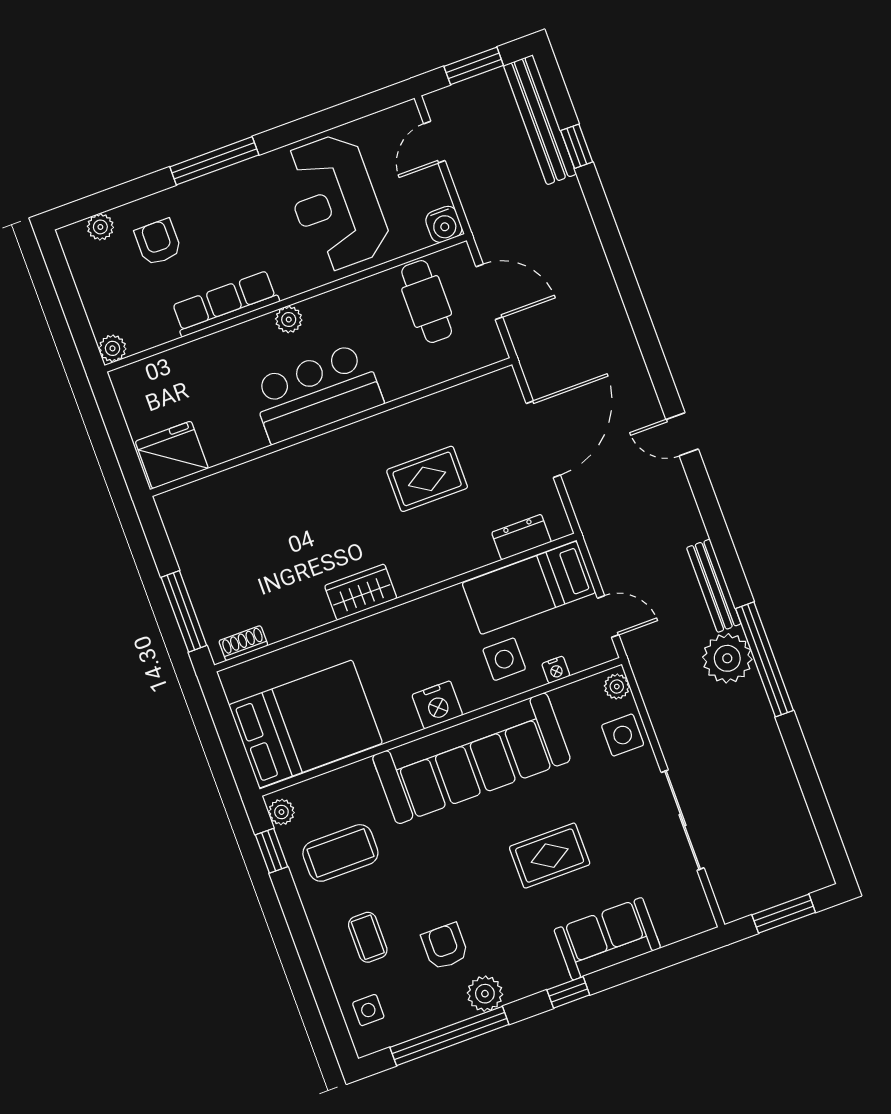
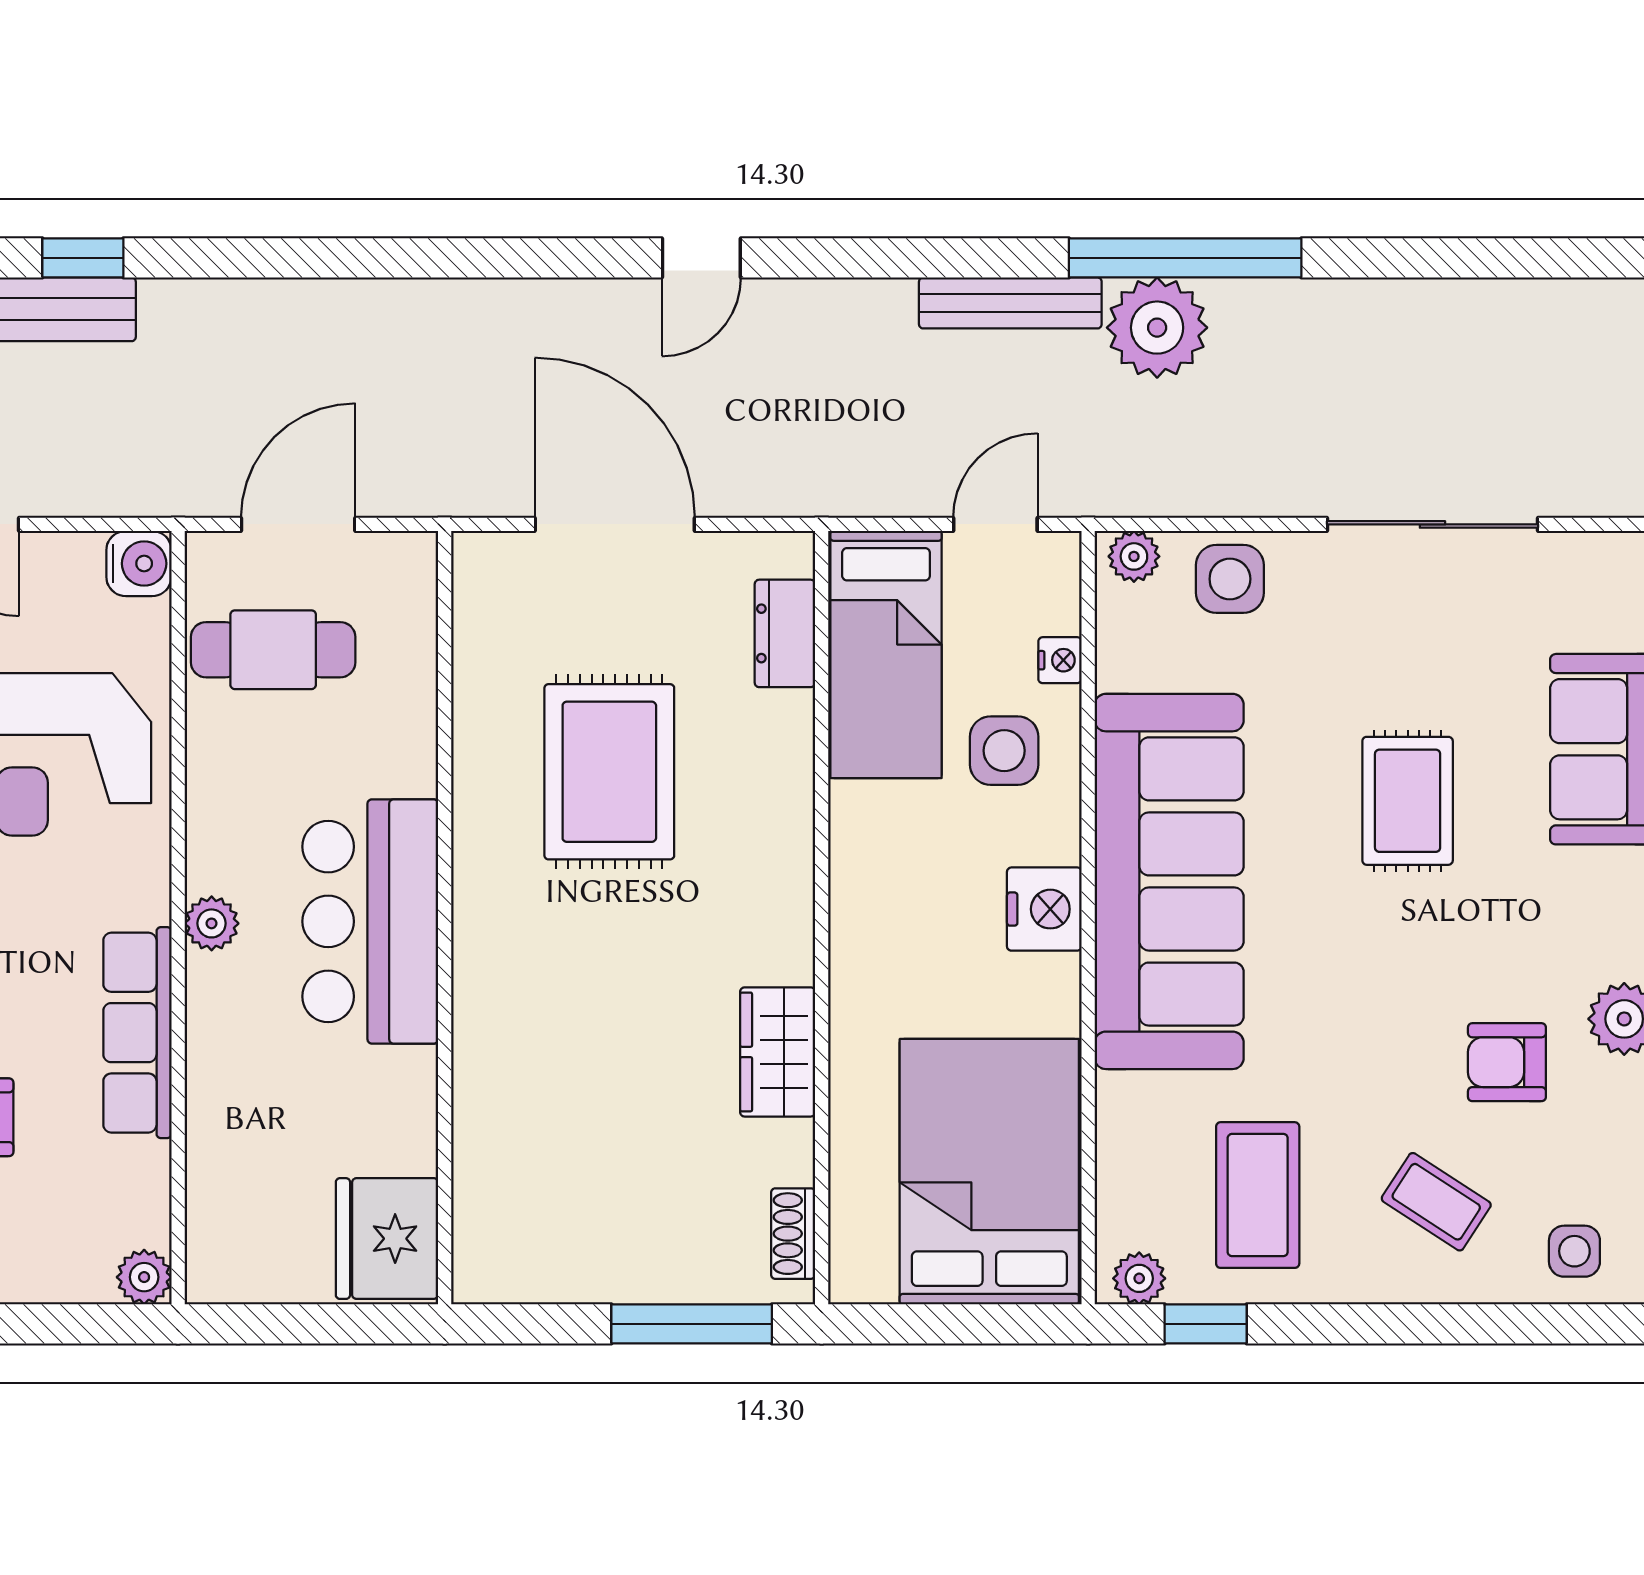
rug: (427, 479) -> (609, 772), width x1.36, depth x1.43
wardrobe: (361, 592) -> (778, 1052), moved
coffee table: (368, 937) -> (1436, 1202), turned 33

